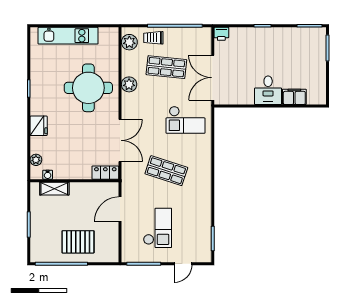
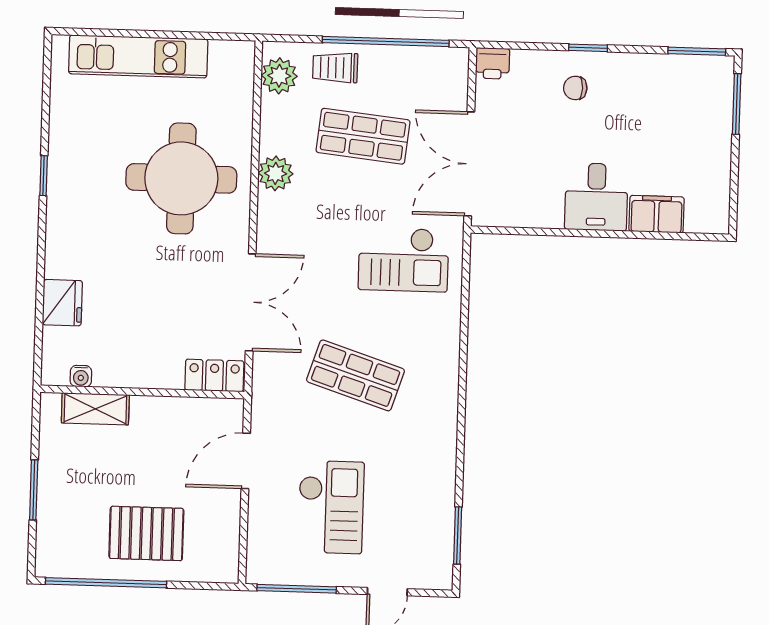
chair: (257, 43) -> (575, 88), added
fridge: (39, 126) -> (62, 303), moved
plant: (36, 160) -> (55, 341), removed

